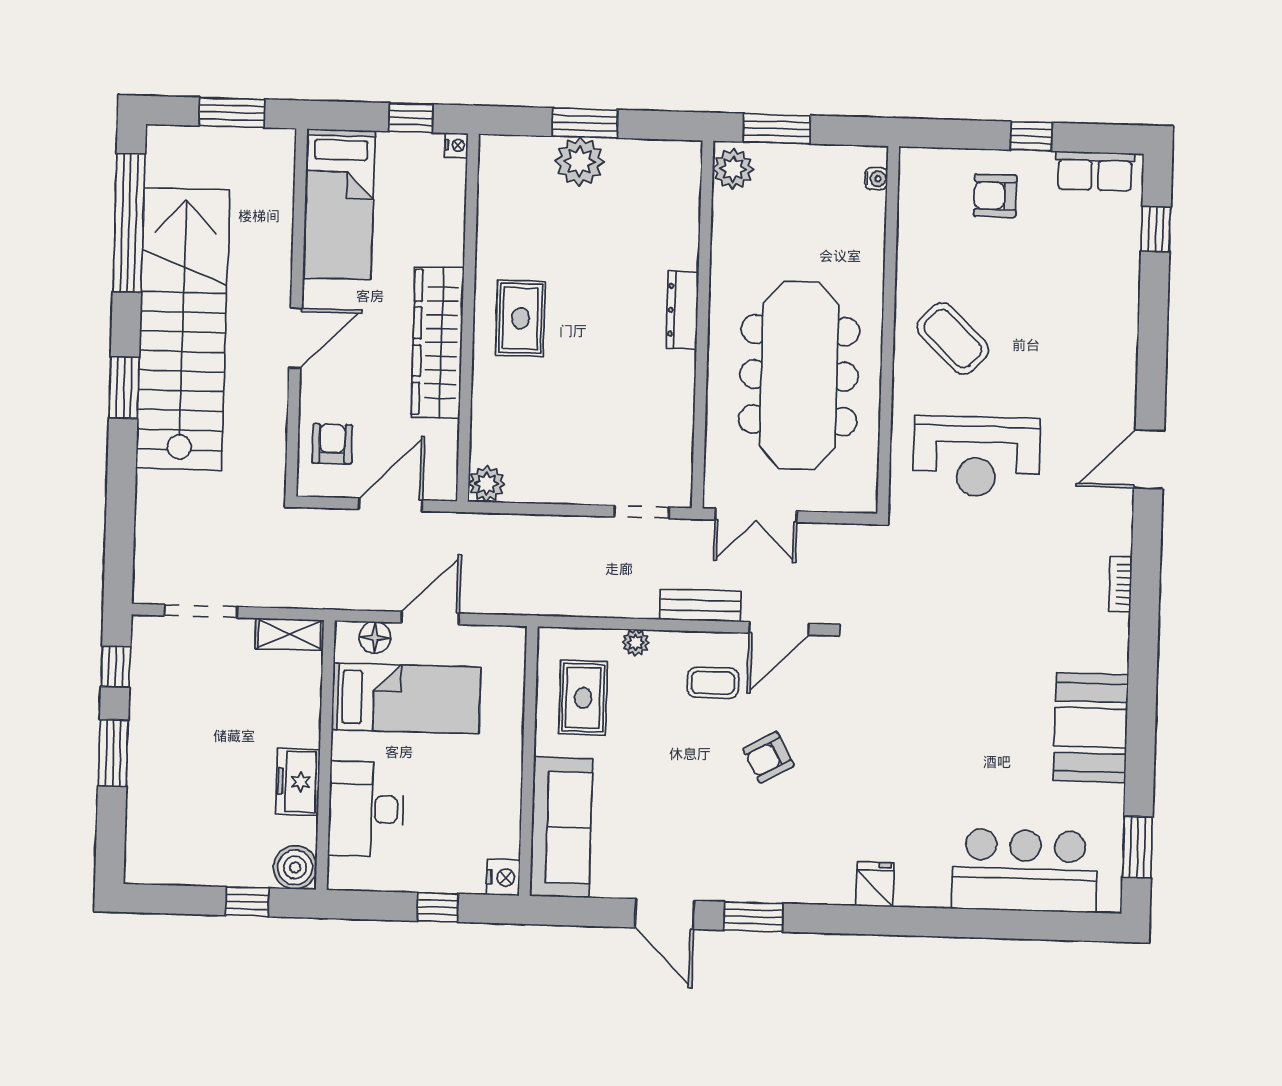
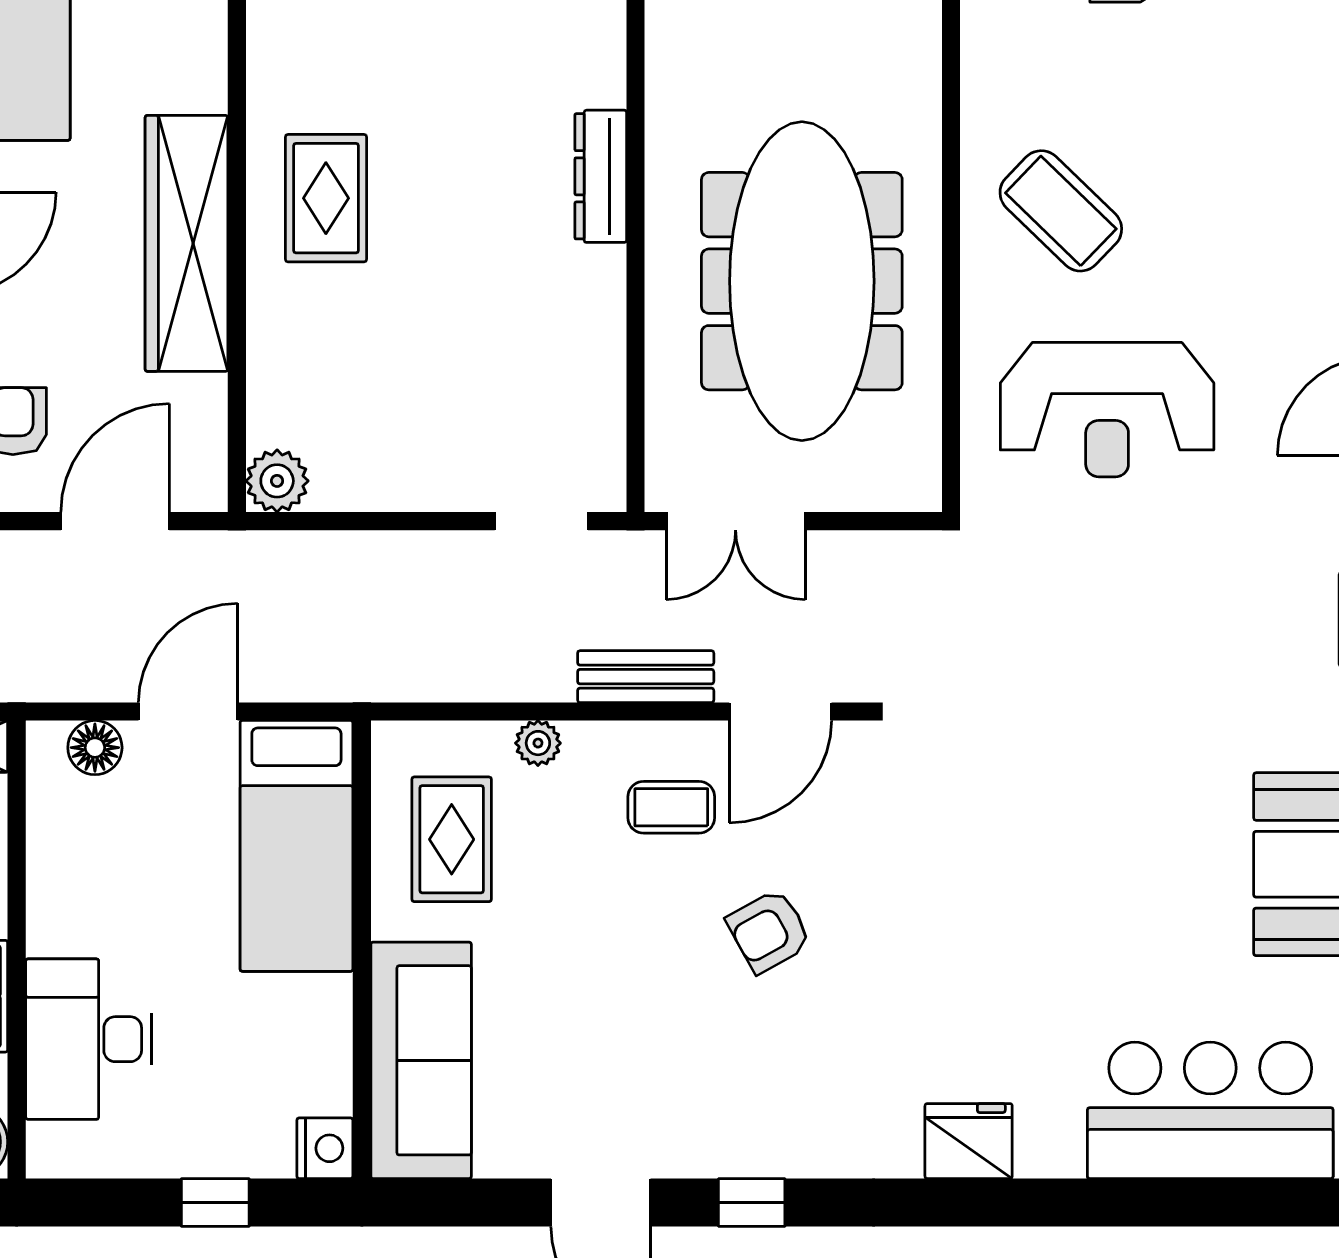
bed: (406, 698) -> (296, 846), moved, turned 90
fridge: (875, 884) -> (969, 1141), width x1.38
window: (753, 917) -> (752, 1202), width x0.67

